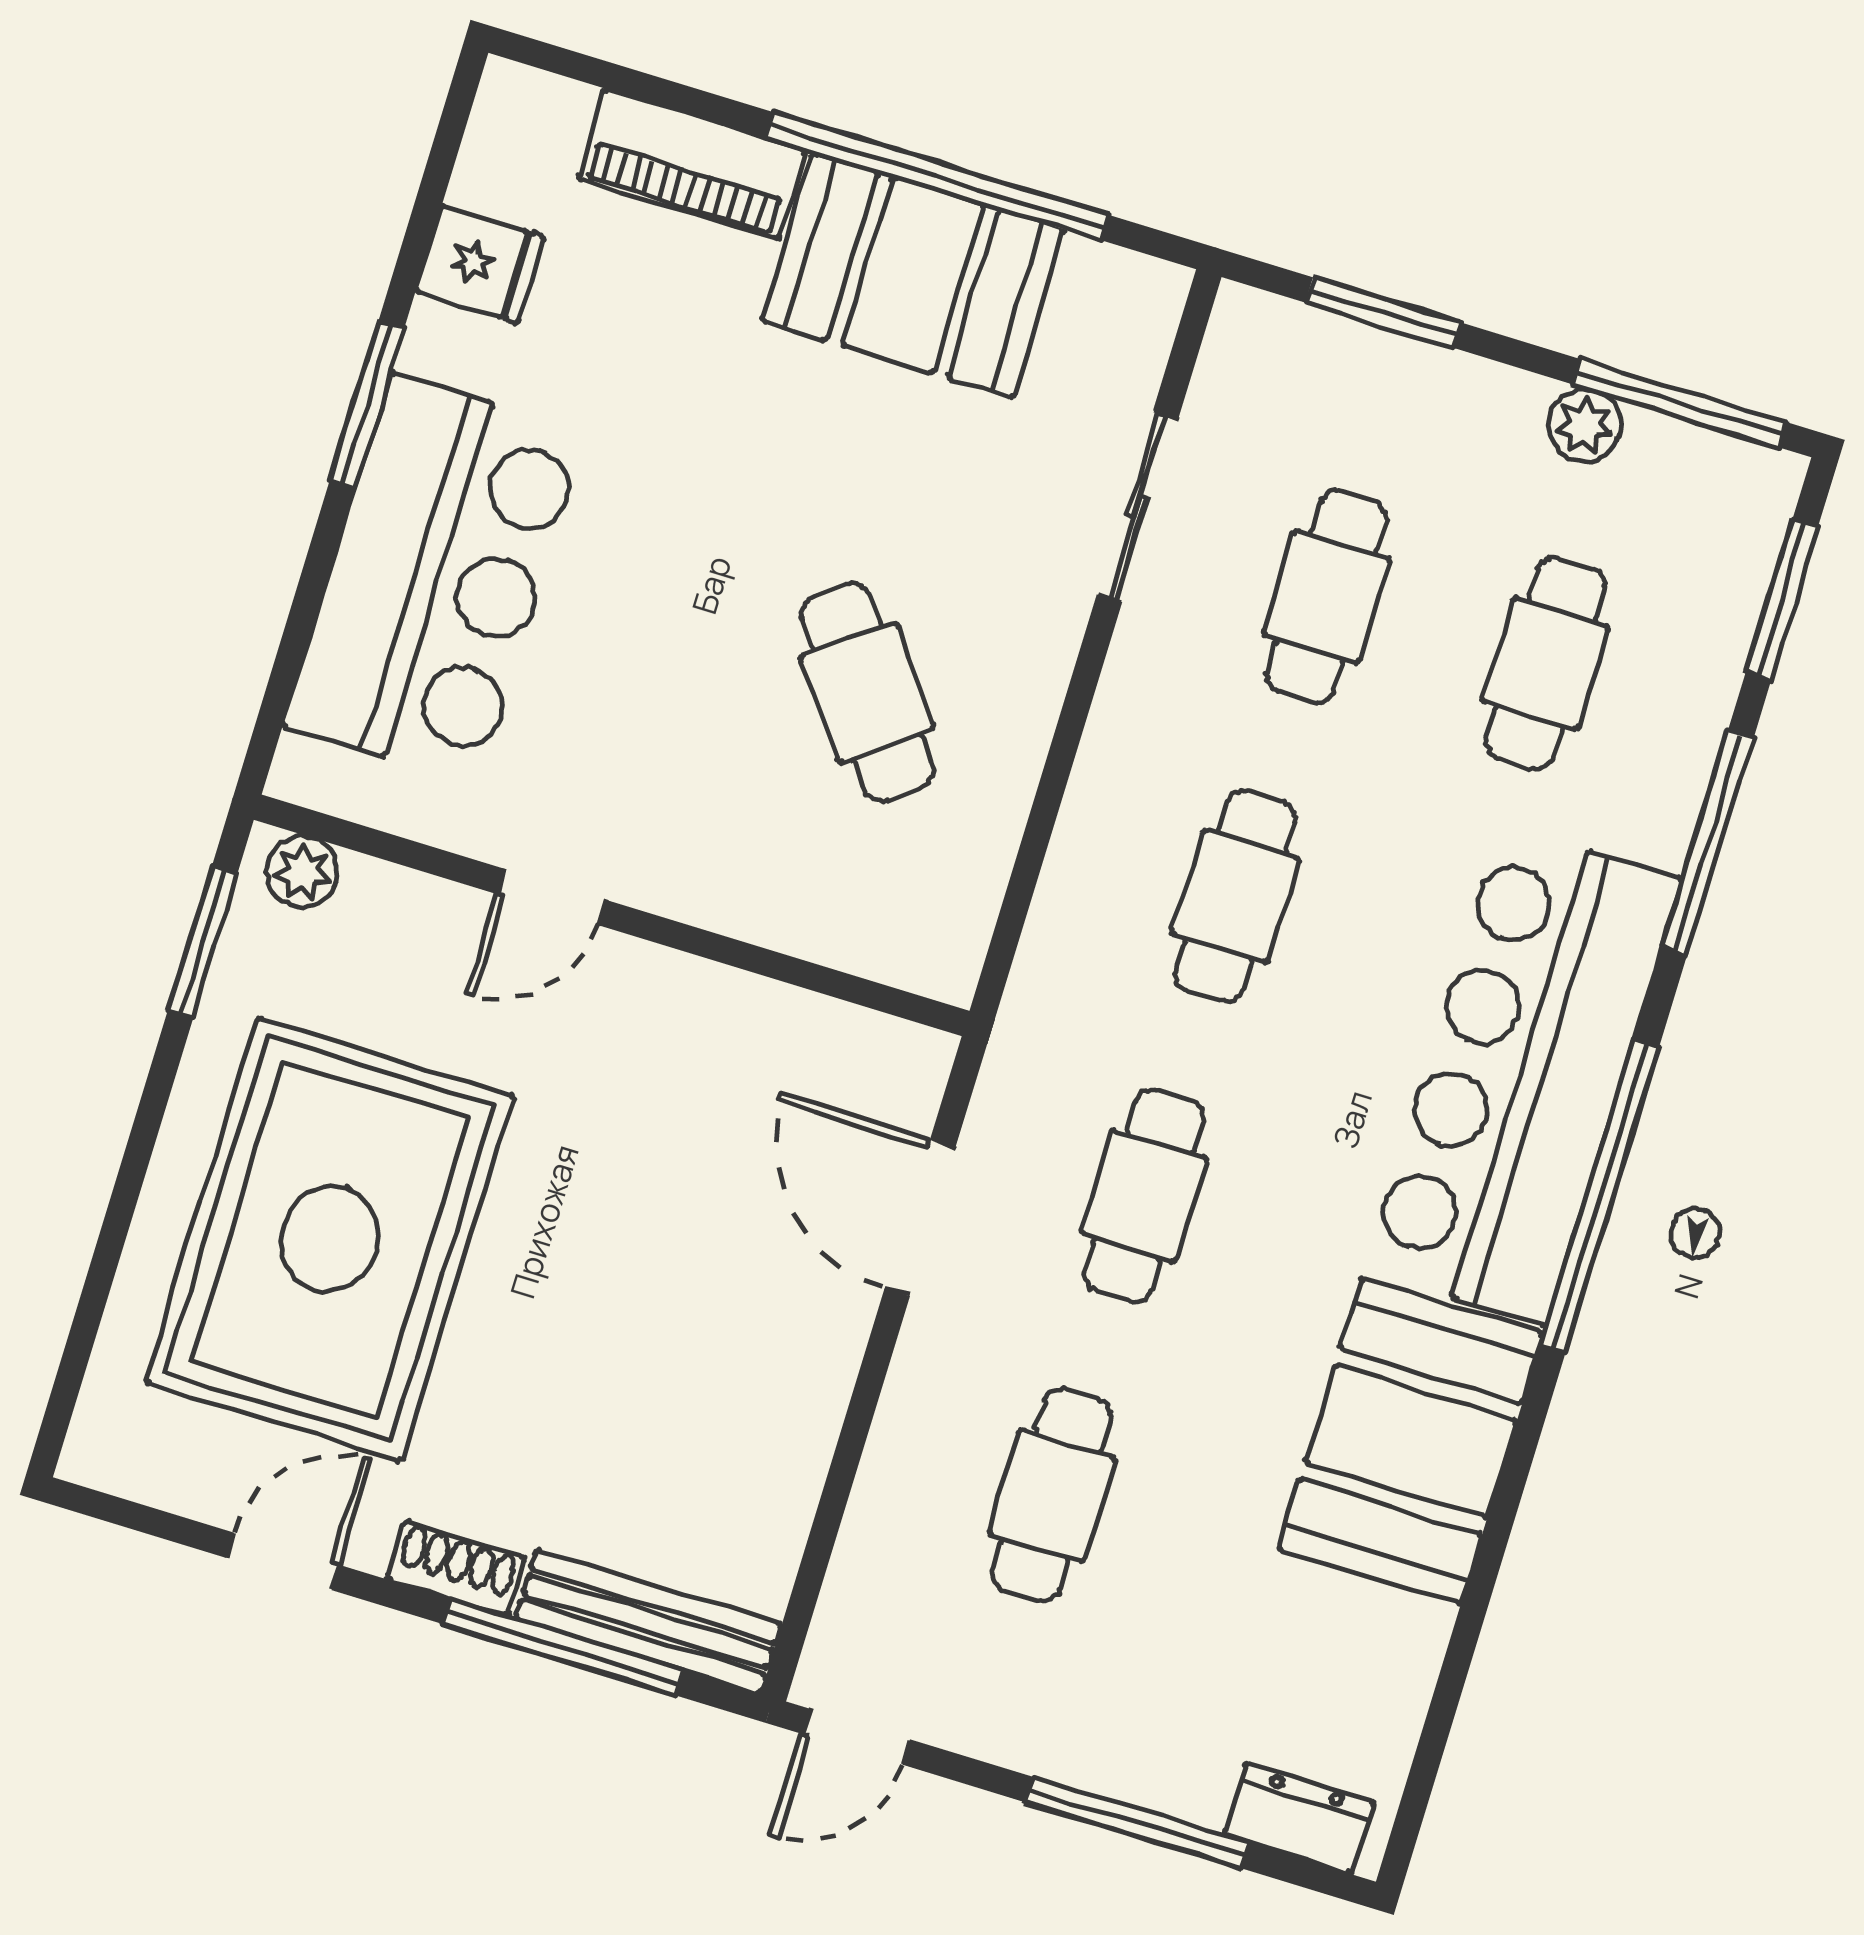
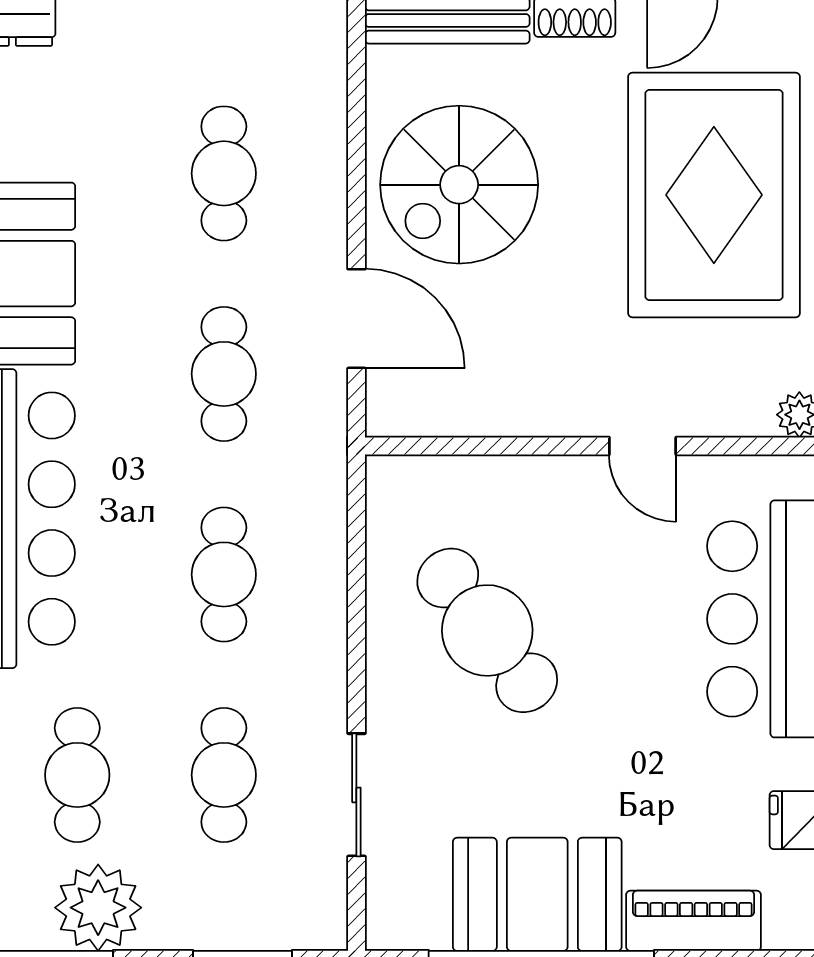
plant: (1584, 426) -> (98, 908), width x1.87, depth x1.87
cafe table: (867, 692) -> (487, 630), width x1.37, depth x1.35
door: (551, 897) -> (643, 446), swing flipped
spiral stairs: (706, 1371) -> (459, 185), added

